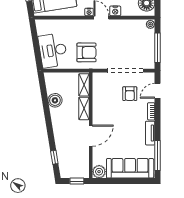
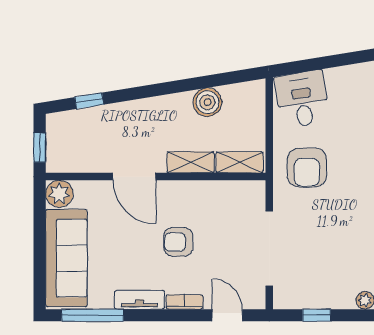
window: (158, 48) -> (317, 315), width x0.46
desk: (53, 50) -> (302, 99), width x0.73
armchair: (130, 94) -> (178, 242), moved

